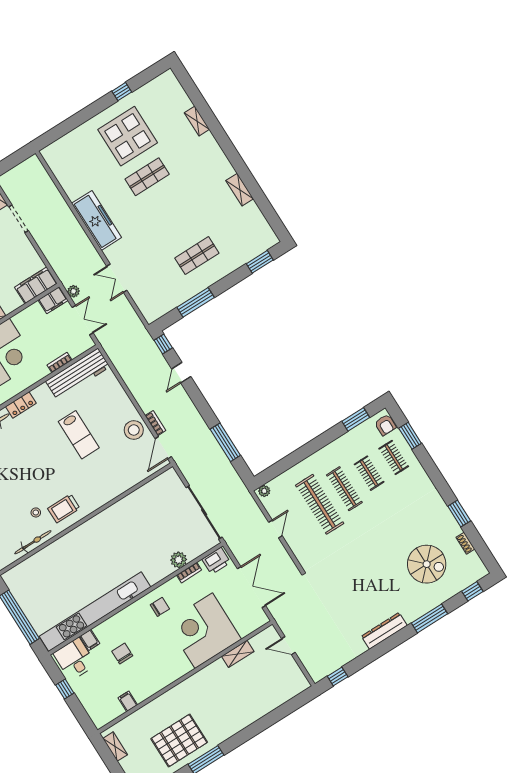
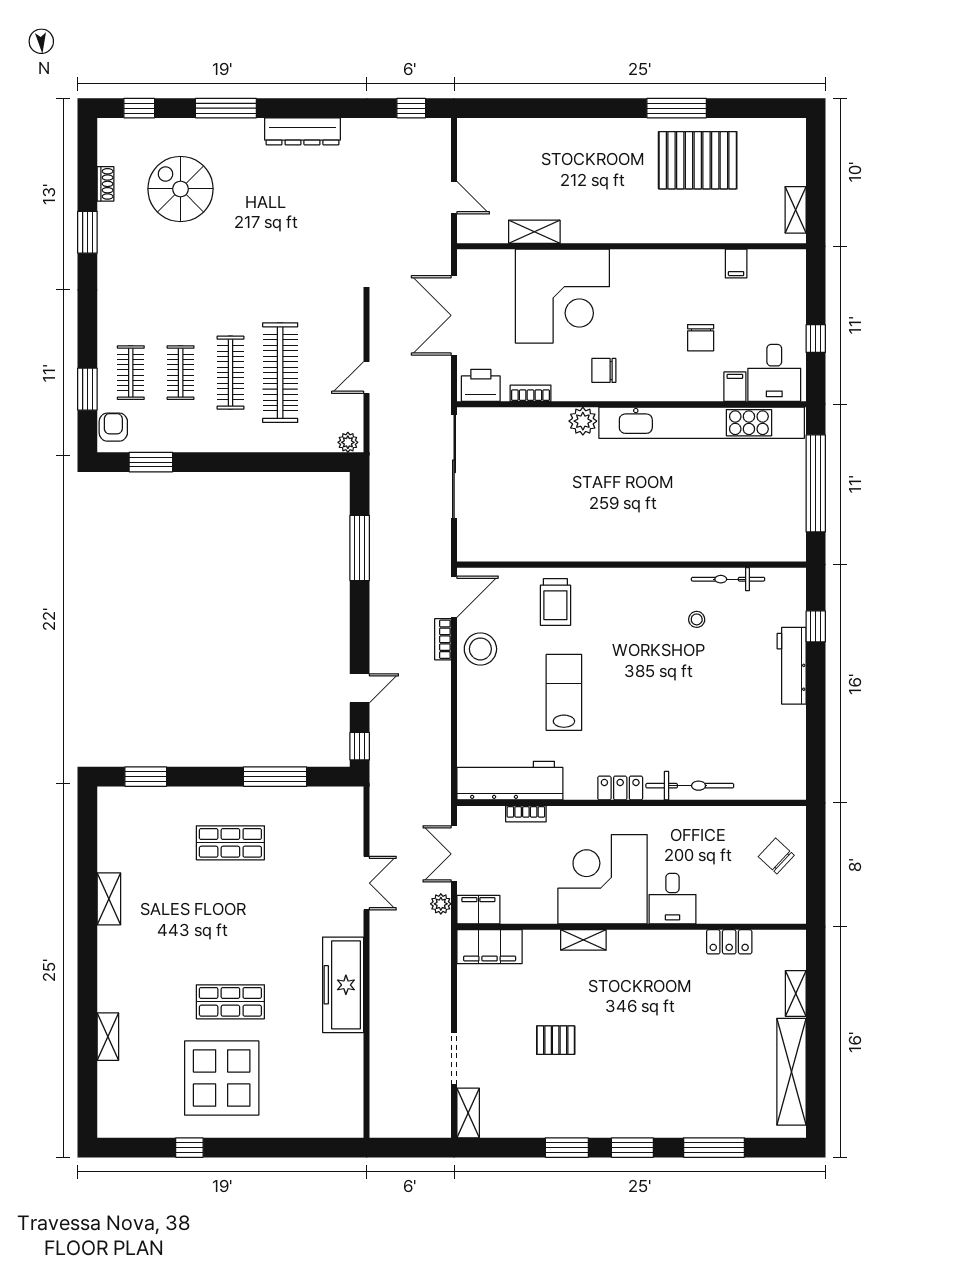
trolley: (64, 508) -> (555, 602), moved, turned 90
plant: (179, 560) -> (583, 421), moved

